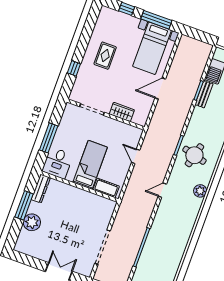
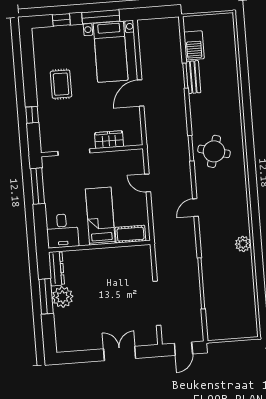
window: (49, 138) -> (38, 186), moved
plant: (200, 191) -> (243, 244), moved
plant: (32, 222) -> (63, 297), moved

